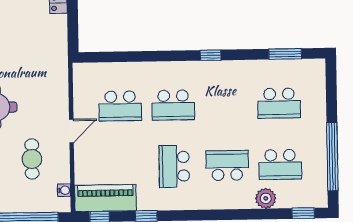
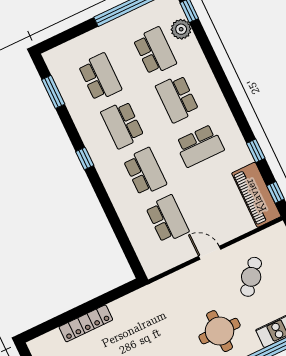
school desk: (226, 104) -> (122, 124), added
cafe table: (32, 159) -> (251, 277), turned -50
water cooler: (64, 190) -> (266, 235), removed
plant: (266, 198) -> (181, 29), moved

